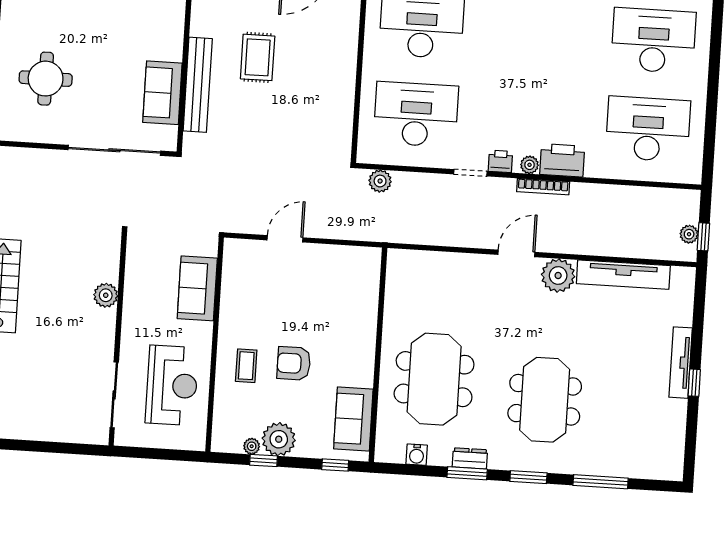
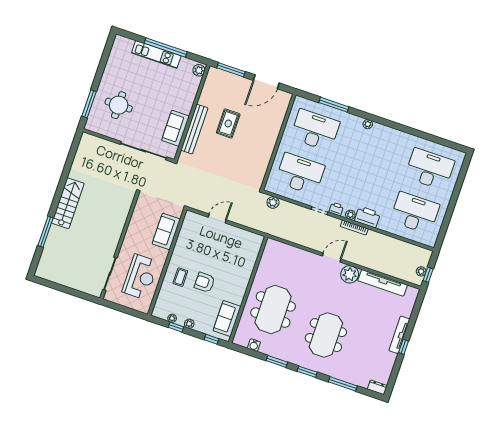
plant: (106, 295) -> (119, 222), removed
plant: (279, 439) -> (189, 324), width x0.53, depth x0.53
dresser: (470, 458) -> (377, 387), moved

